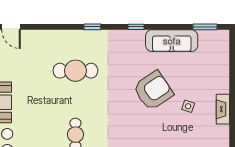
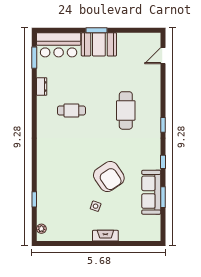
window: (205, 27) -> (163, 197), moved
fireplace: (223, 109) -> (105, 236), moved

